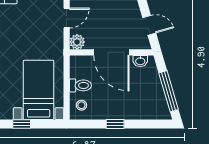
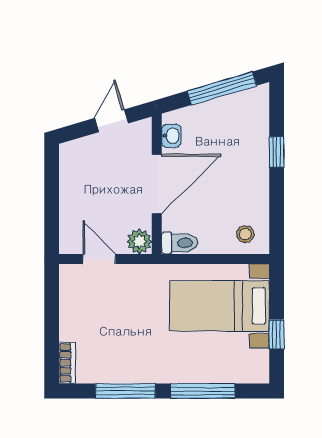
toilet: (80, 85) -> (180, 243), moved, turned 90
window: (115, 124) -> (277, 152), moved

